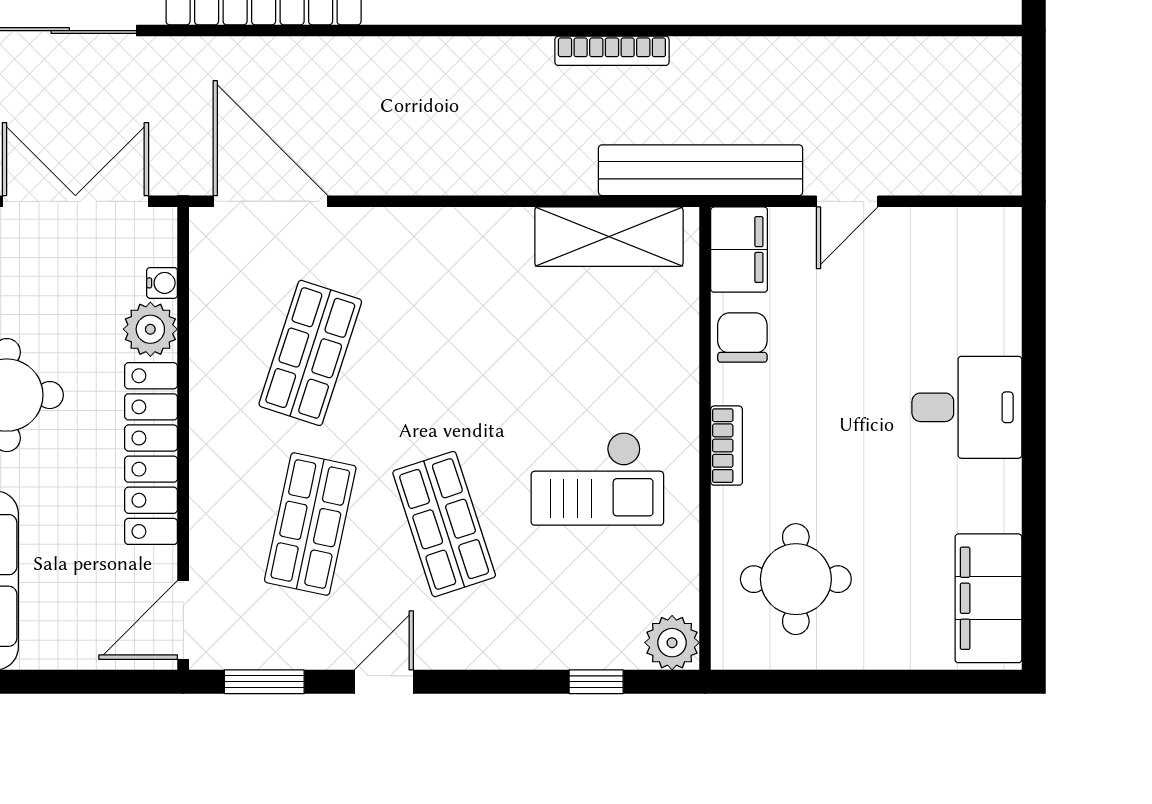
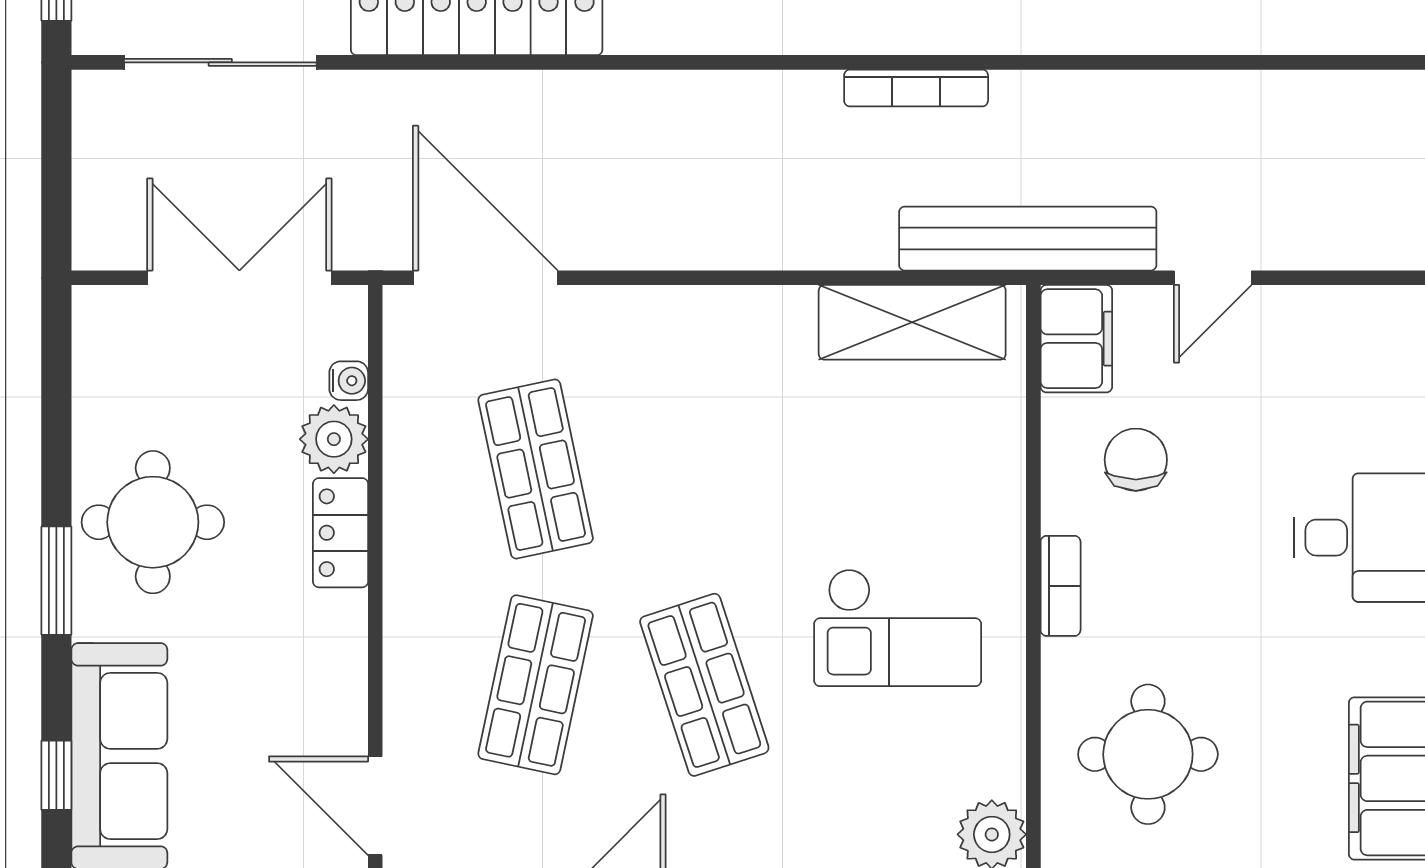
chair: (742, 337) -> (1136, 460), moved
shop shelf: (310, 353) -> (536, 469), turned -30
locker: (151, 454) -> (341, 533), width x0.46, depth x0.83
door: (183, 620) -> (375, 806), hinge flipped

